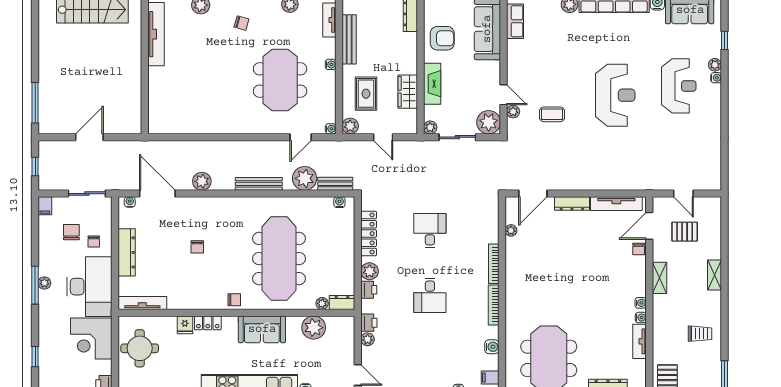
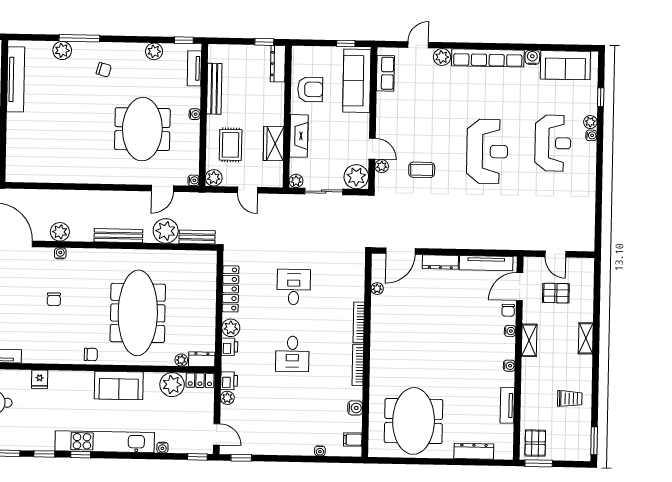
water cooler: (339, 202) -> (60, 253), moved
water cooler: (641, 318) -> (510, 331), moved
locker: (208, 323) -> (200, 380), moved

